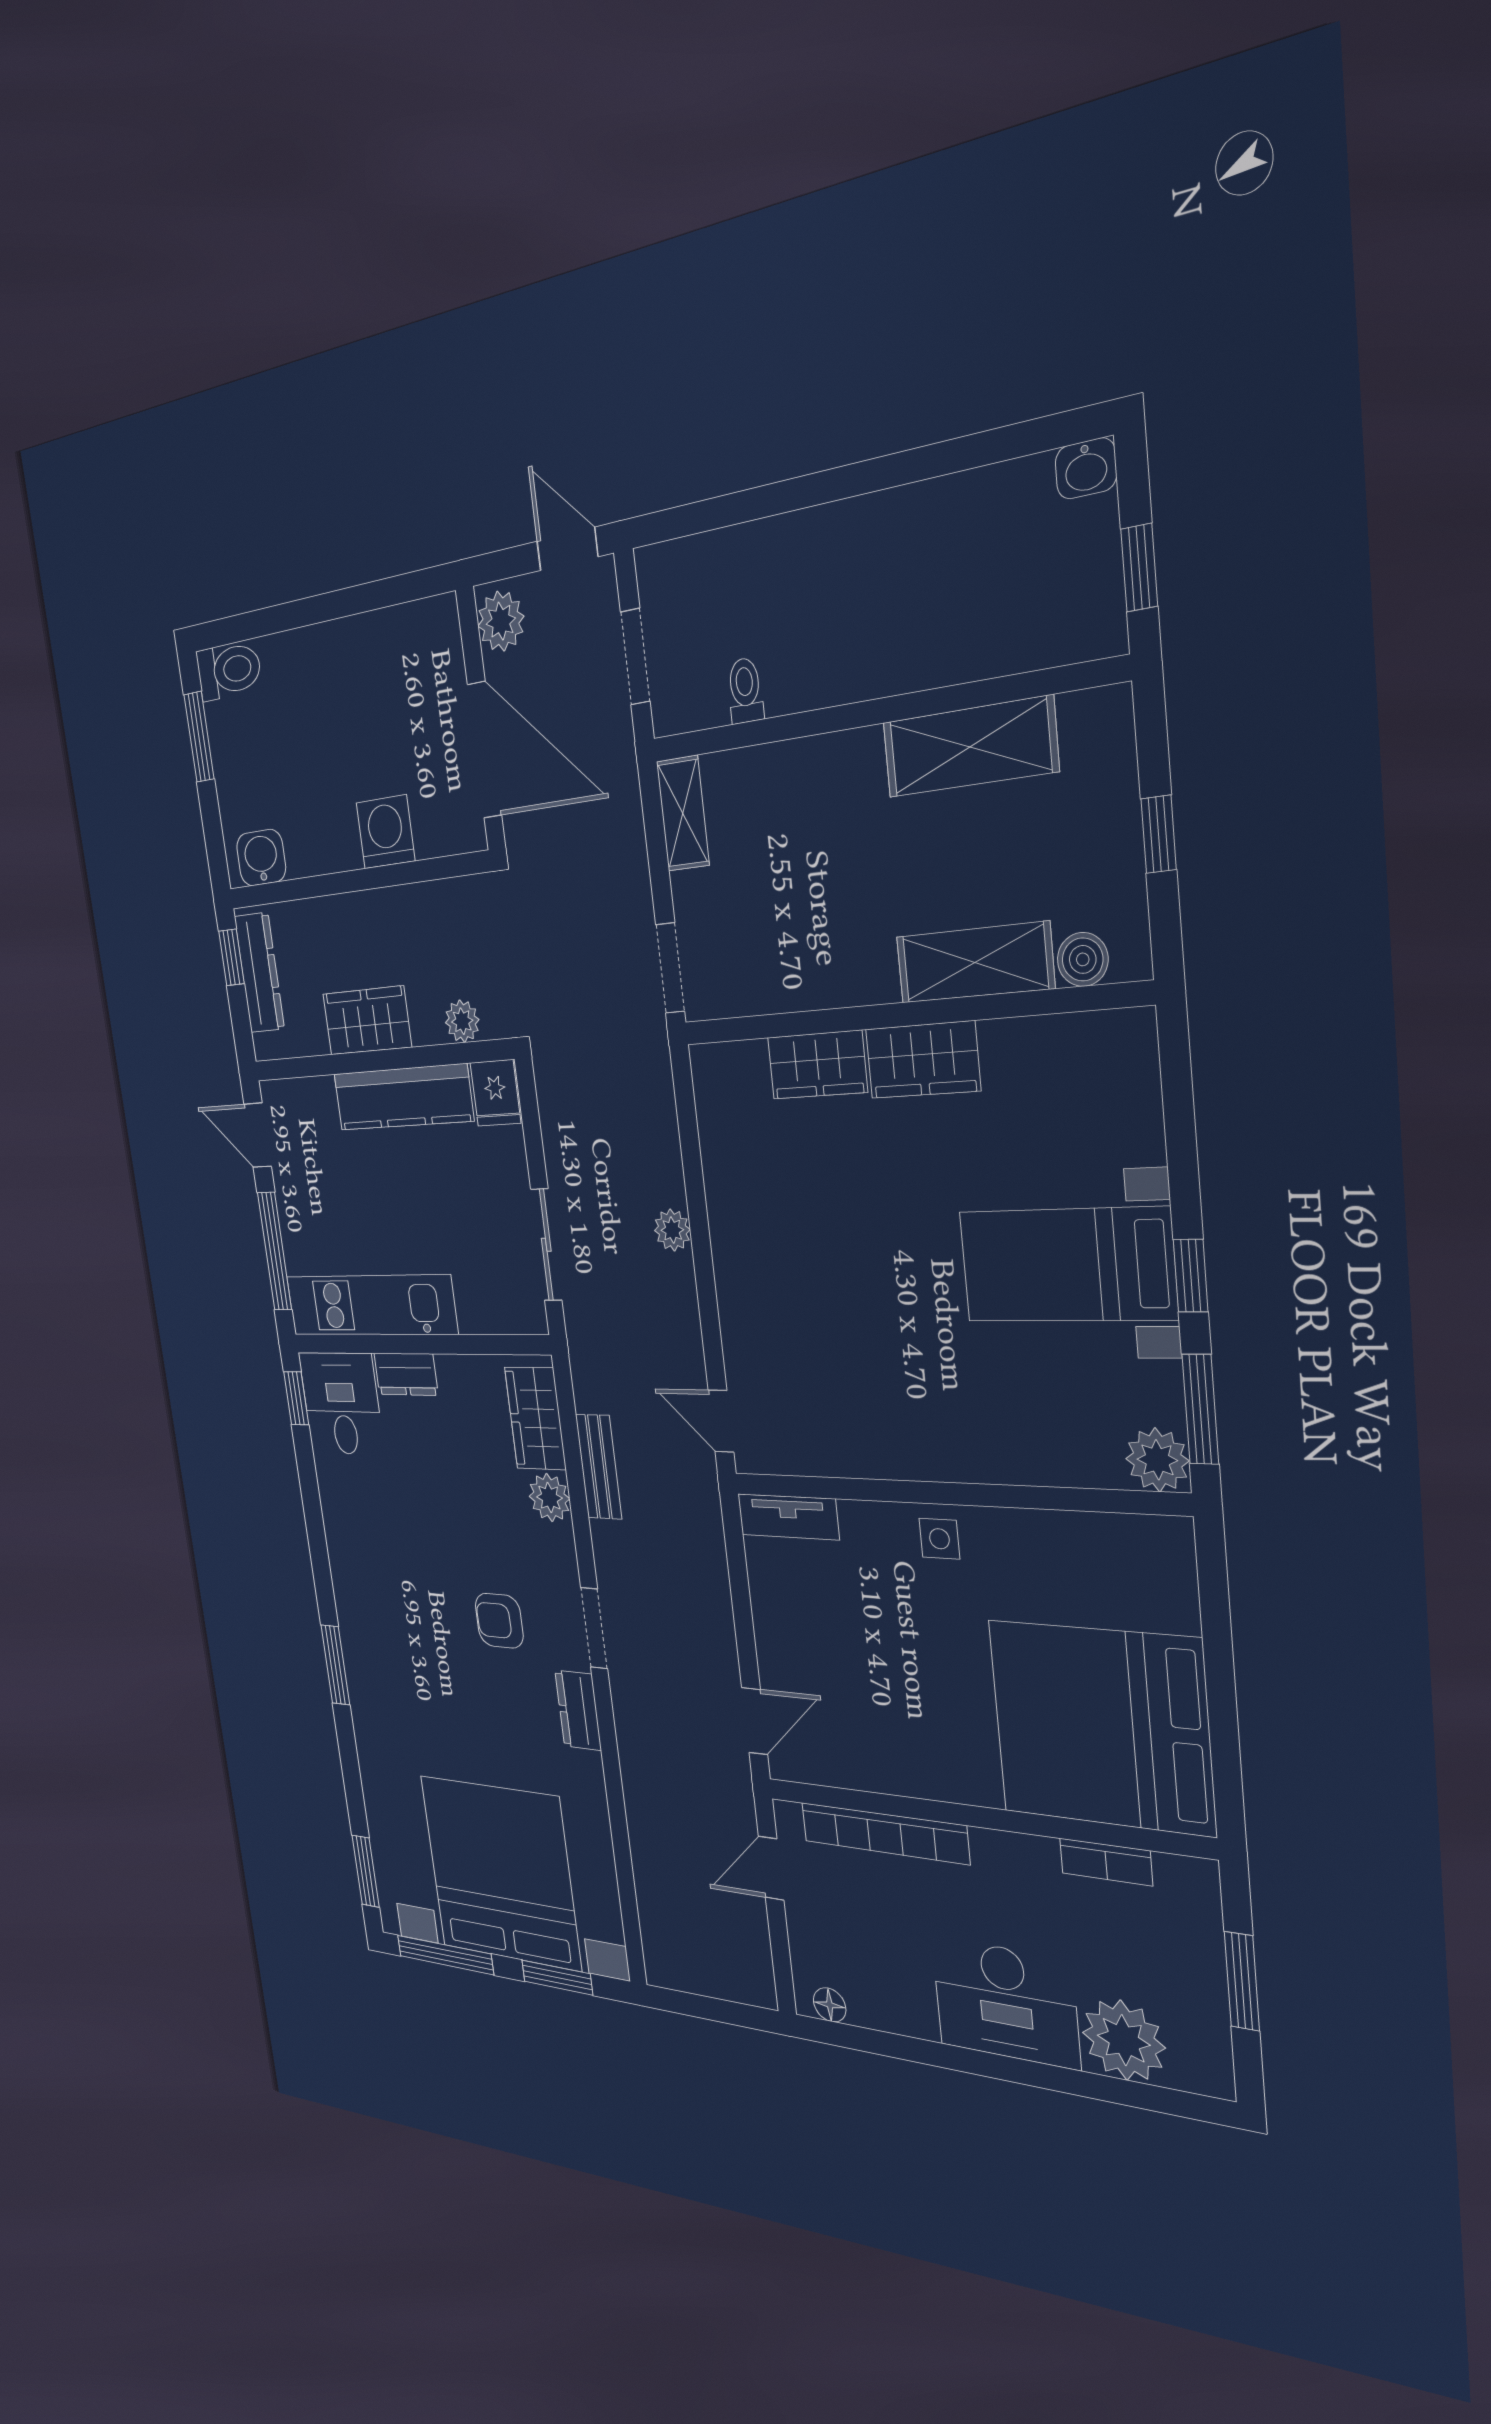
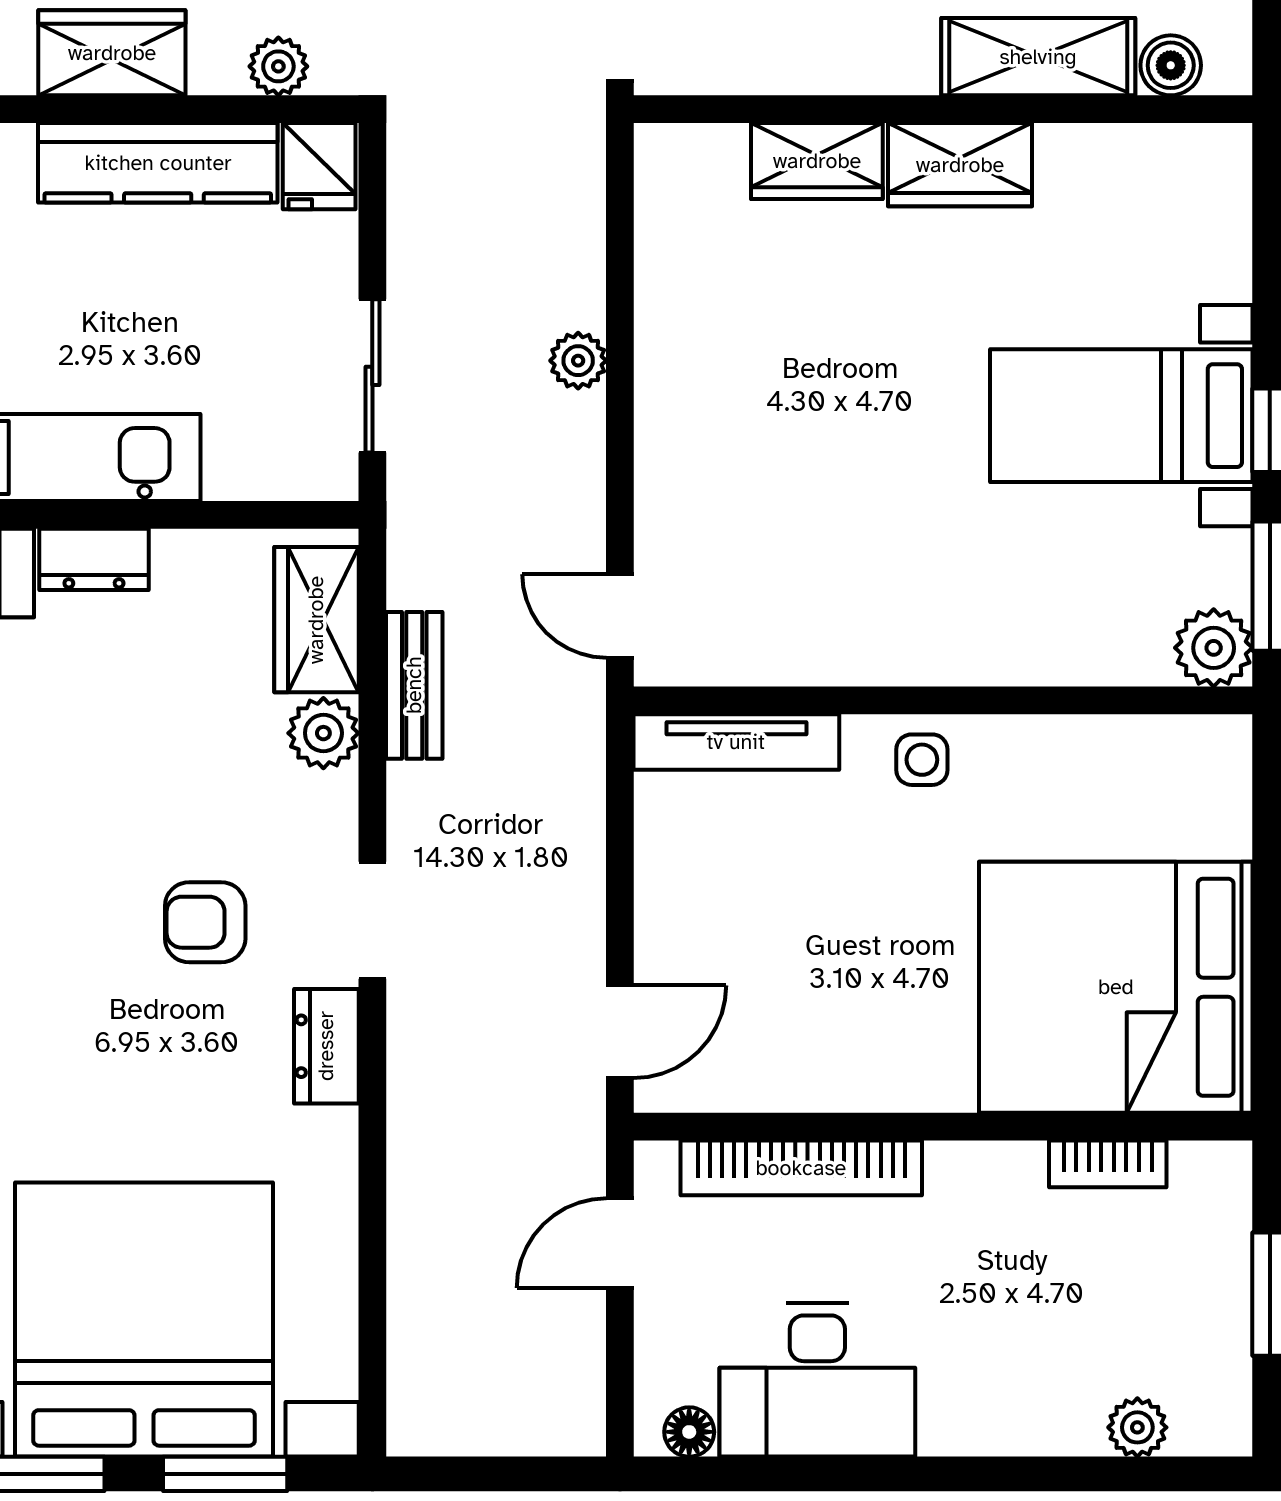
tv unit: (788, 1517) -> (736, 742), width x1.41
desk: (1005, 2002) -> (817, 1380), moved
plant: (1124, 2040) -> (1137, 1427), width x0.53, depth x0.53

